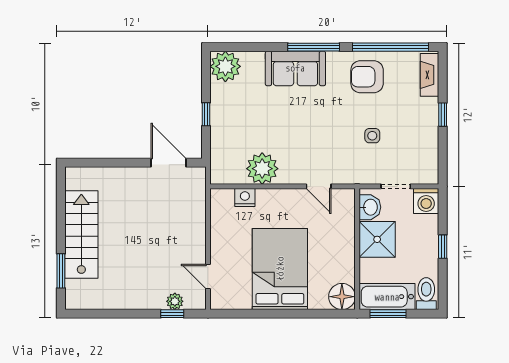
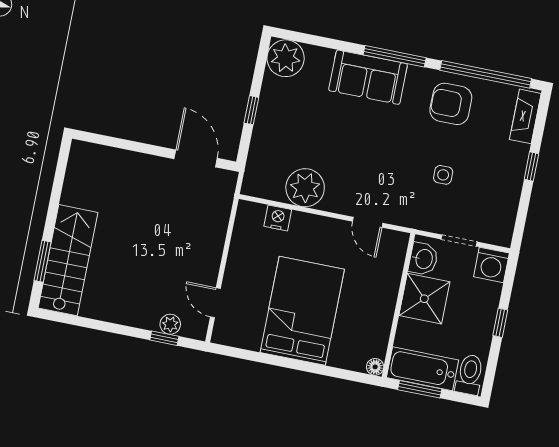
stairs: (81, 234) -> (68, 260), moved
floor lamp: (342, 297) -> (375, 367), width x0.53, depth x0.53

